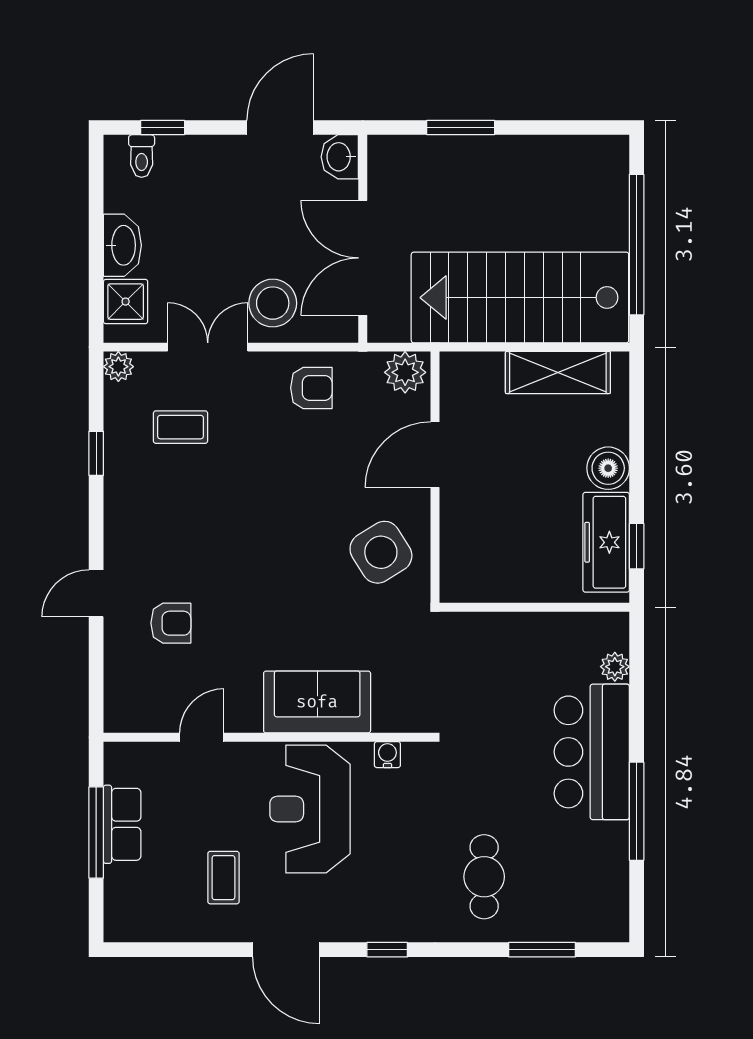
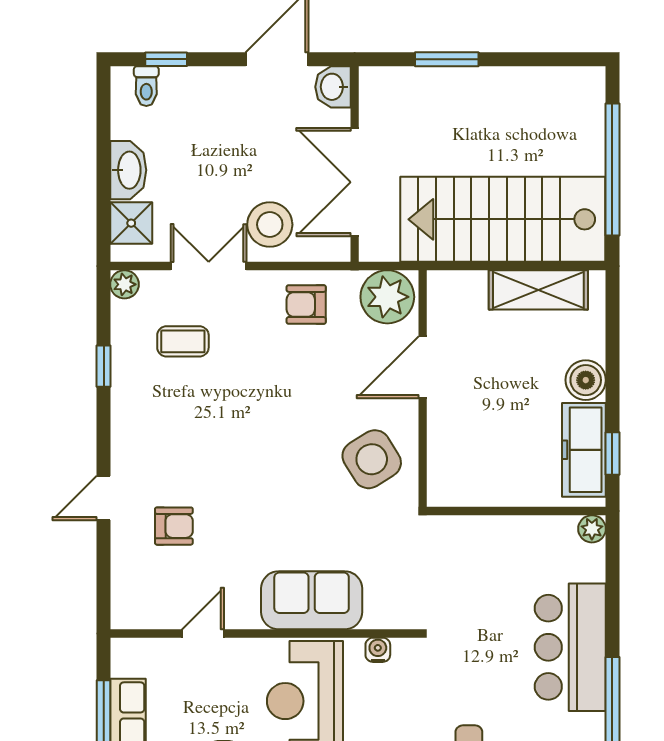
plant: (405, 372) -> (387, 297), width x1.36, depth x1.36
armchair: (311, 388) -> (306, 304), turned 180
plant: (615, 667) -> (592, 529), moved

